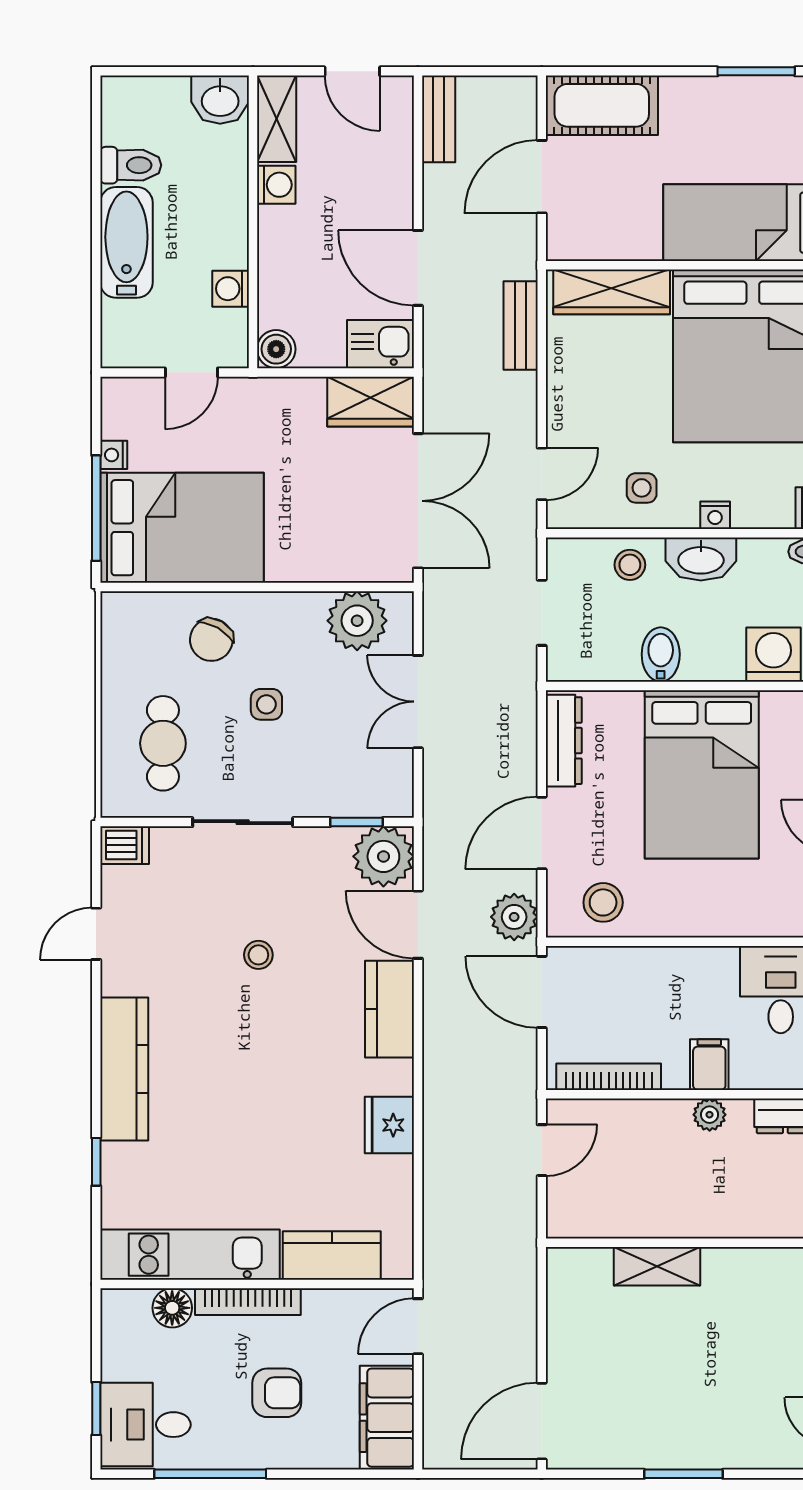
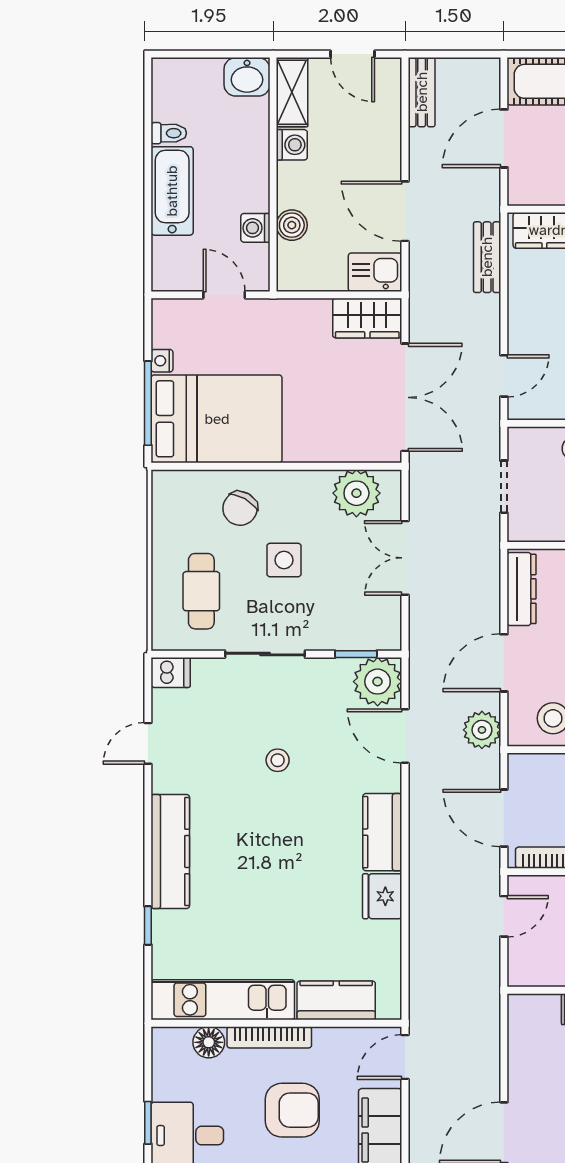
toilet: (131, 165) -> (169, 133), width x0.73, depth x0.72
boiler: (276, 349) -> (292, 225), moved
door: (191, 372) -> (224, 295), swing flipped
side table: (266, 704) -> (284, 560), width x1.37, depth x1.37
door: (542, 992) -> (504, 818), moved
kitchen counter: (390, 1009) -> (382, 832), moved
armchair: (277, 1393) -> (292, 1110), width x1.38, depth x1.38

